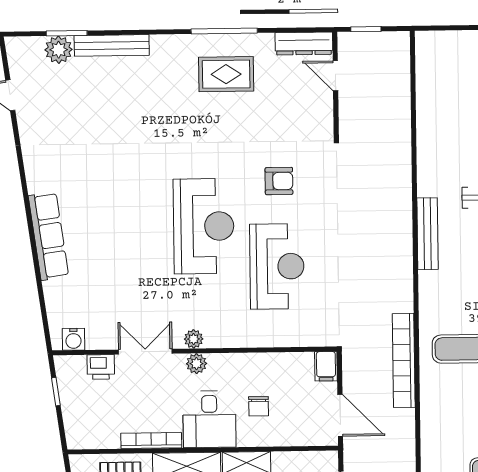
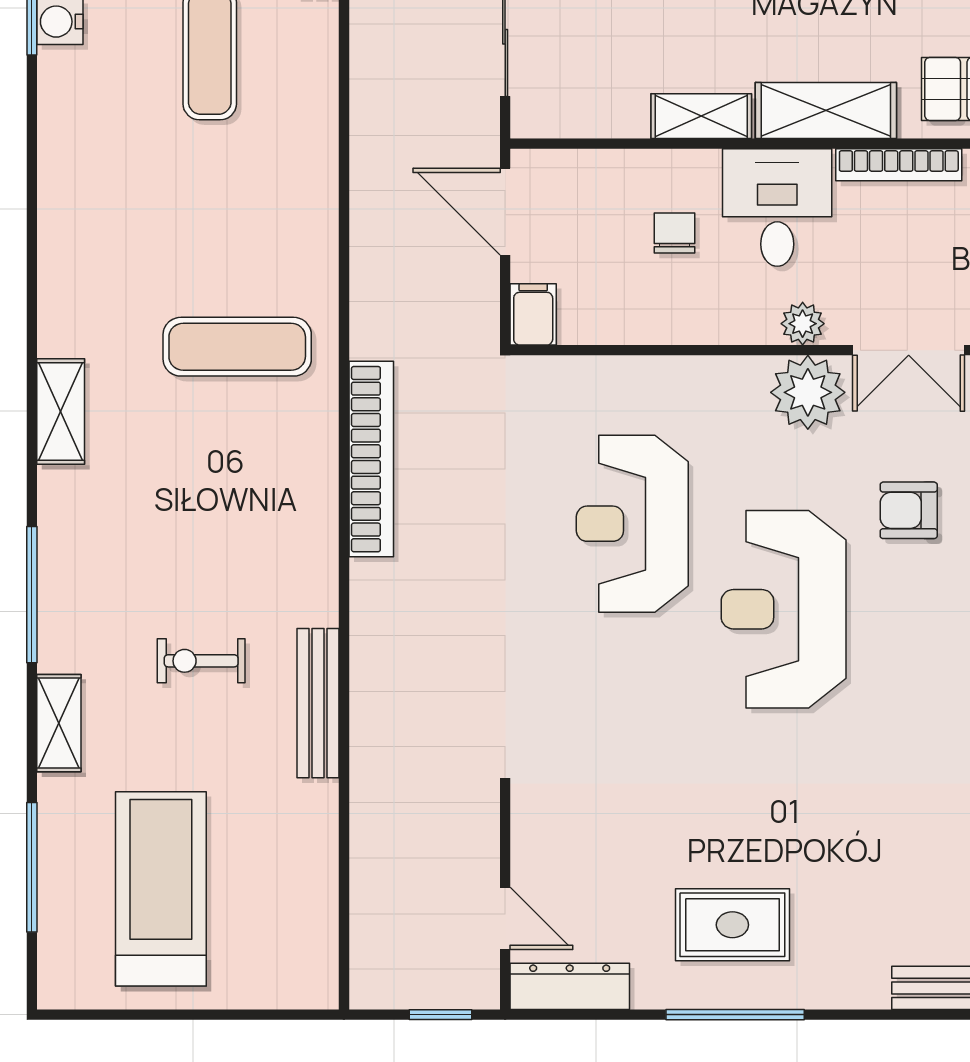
armchair: (279, 181) -> (909, 510), moved
bench: (428, 234) -> (318, 703), moved
plant: (194, 339) -> (808, 392), width x1.87, depth x1.87
bookcase: (404, 360) -> (371, 459), moved

